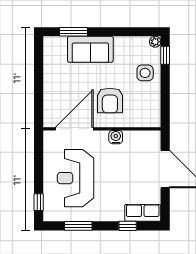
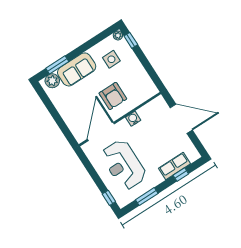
plant: (58, 45) -> (52, 81), added
side table: (145, 73) -> (111, 59), moved
row of seats: (143, 213) -> (175, 166), moved

